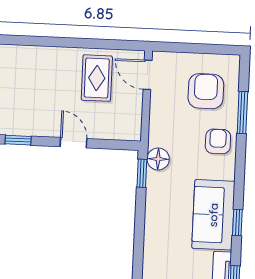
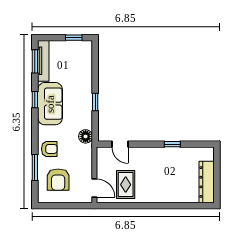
armchair: (218, 141) -> (49, 149), turned -90
door: (74, 143) -> (120, 144), moved
window: (142, 173) -> (95, 102), moved

